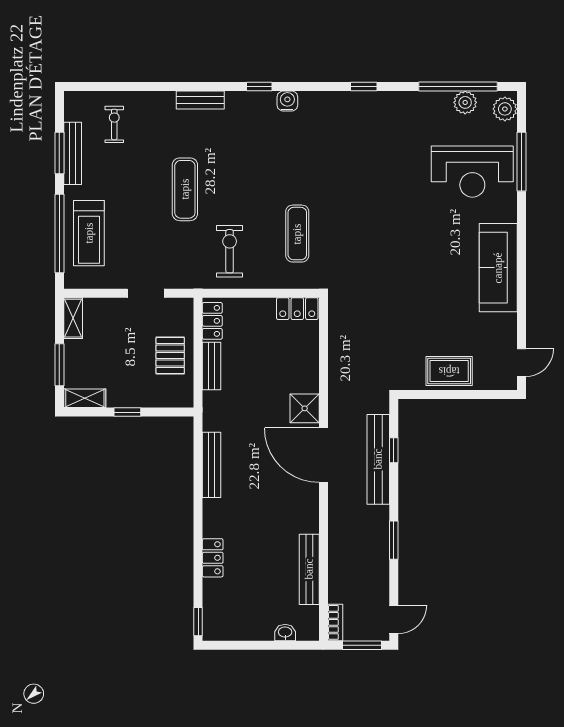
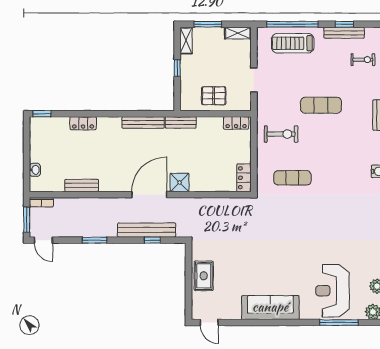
window: (59, 153) -> (344, 24), width x0.67
bench: (212, 366) -> (181, 122), moved
bench: (309, 569) -> (82, 185), width x0.73

